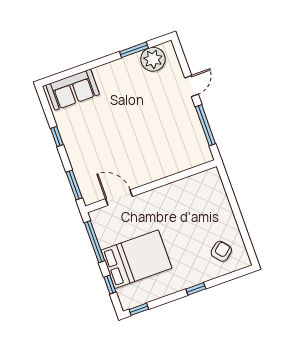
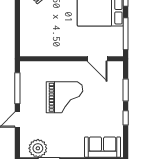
grand piano: (143, 135) -> (64, 97), added
window: (74, 185) -> (126, 90), moved

